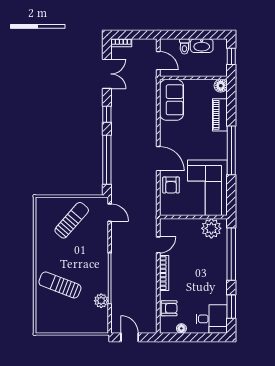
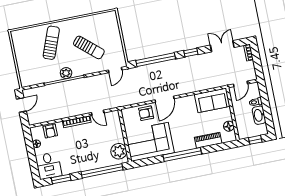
double door: (107, 74) -> (222, 46), swing flipped
floor lamp: (221, 86) -> (229, 126), moved
sun lounger: (72, 220) -> (89, 47), moved
plant: (101, 301) -> (66, 73), moved

